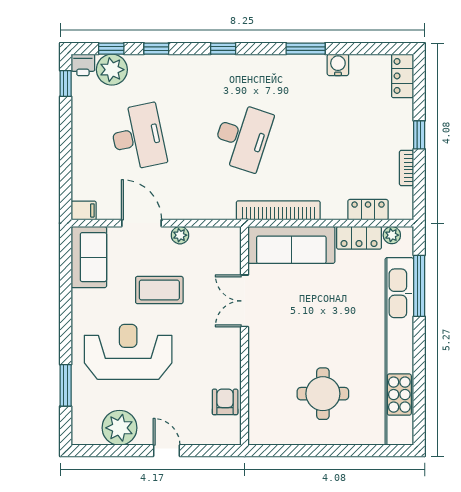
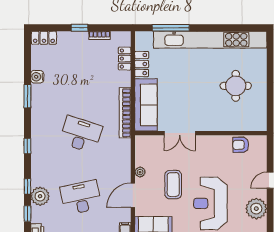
plant: (112, 70) -> (40, 196), moved
plant: (392, 235) -> (140, 44), removed

